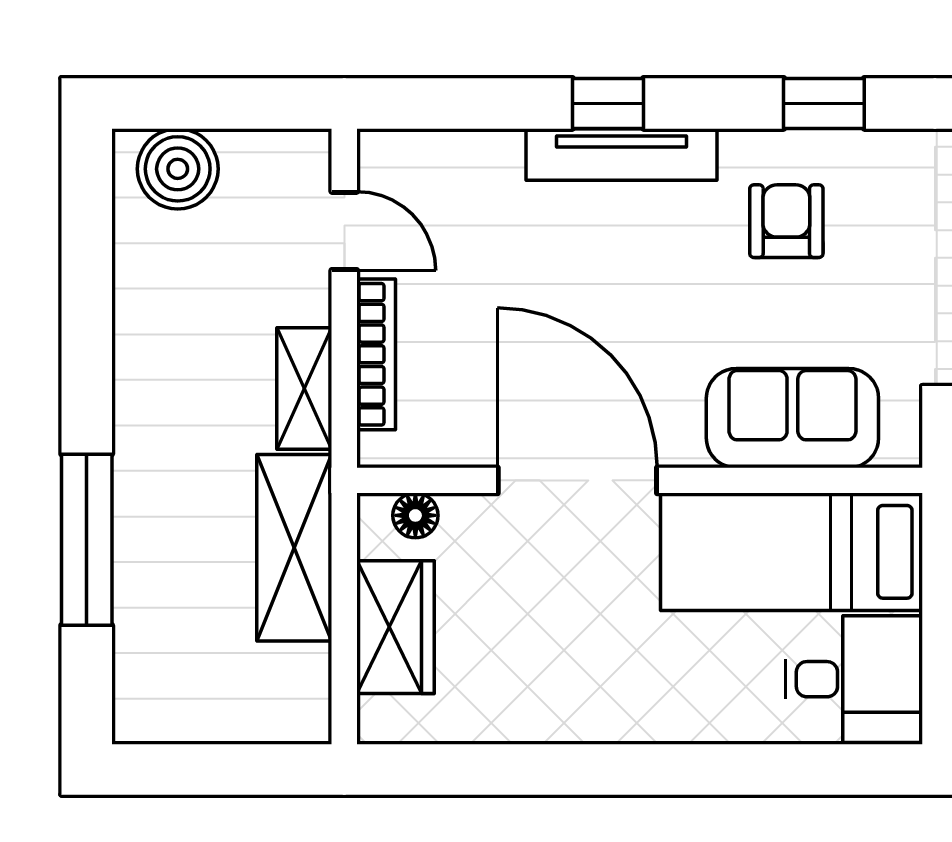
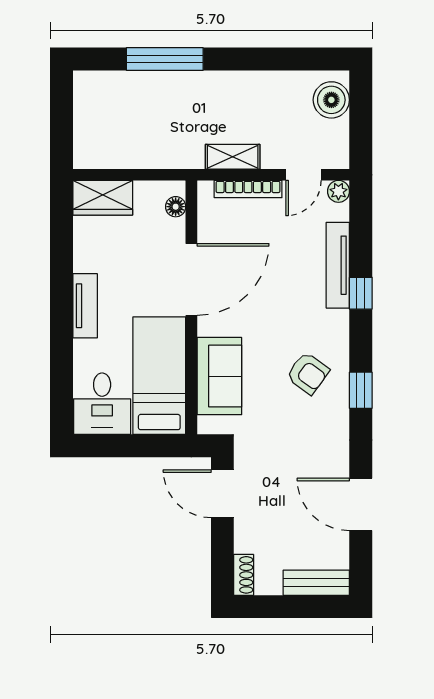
plant: (381, 153) -> (338, 191), added
tv unit: (622, 154) -> (338, 265), moved
armchair: (786, 221) -> (308, 373), turned 36
shelving: (294, 548) -> (161, 152), removed
wardrobe: (395, 627) -> (103, 198), moved
tv unit: (636, 717) -> (85, 306), added

